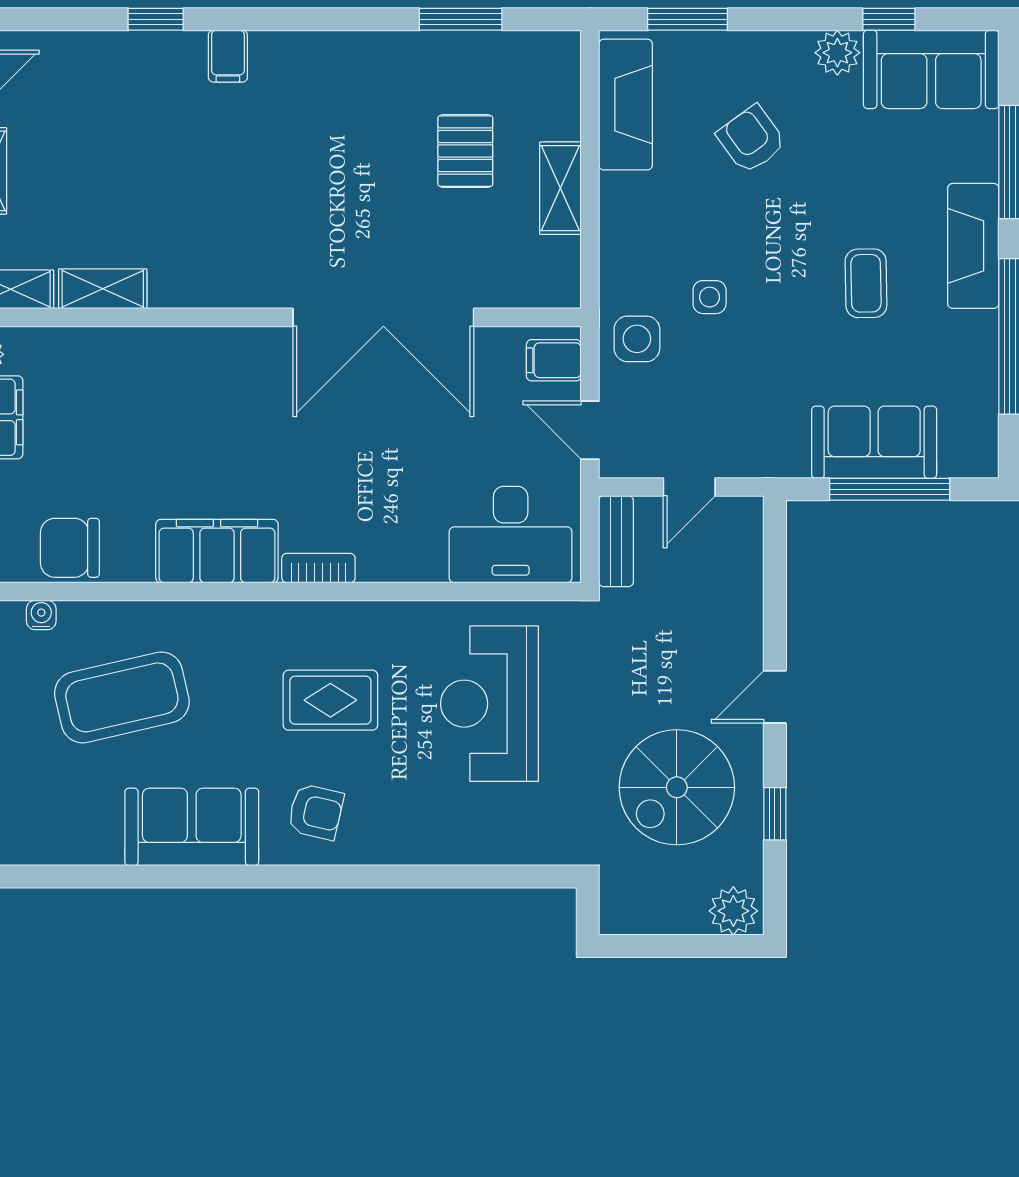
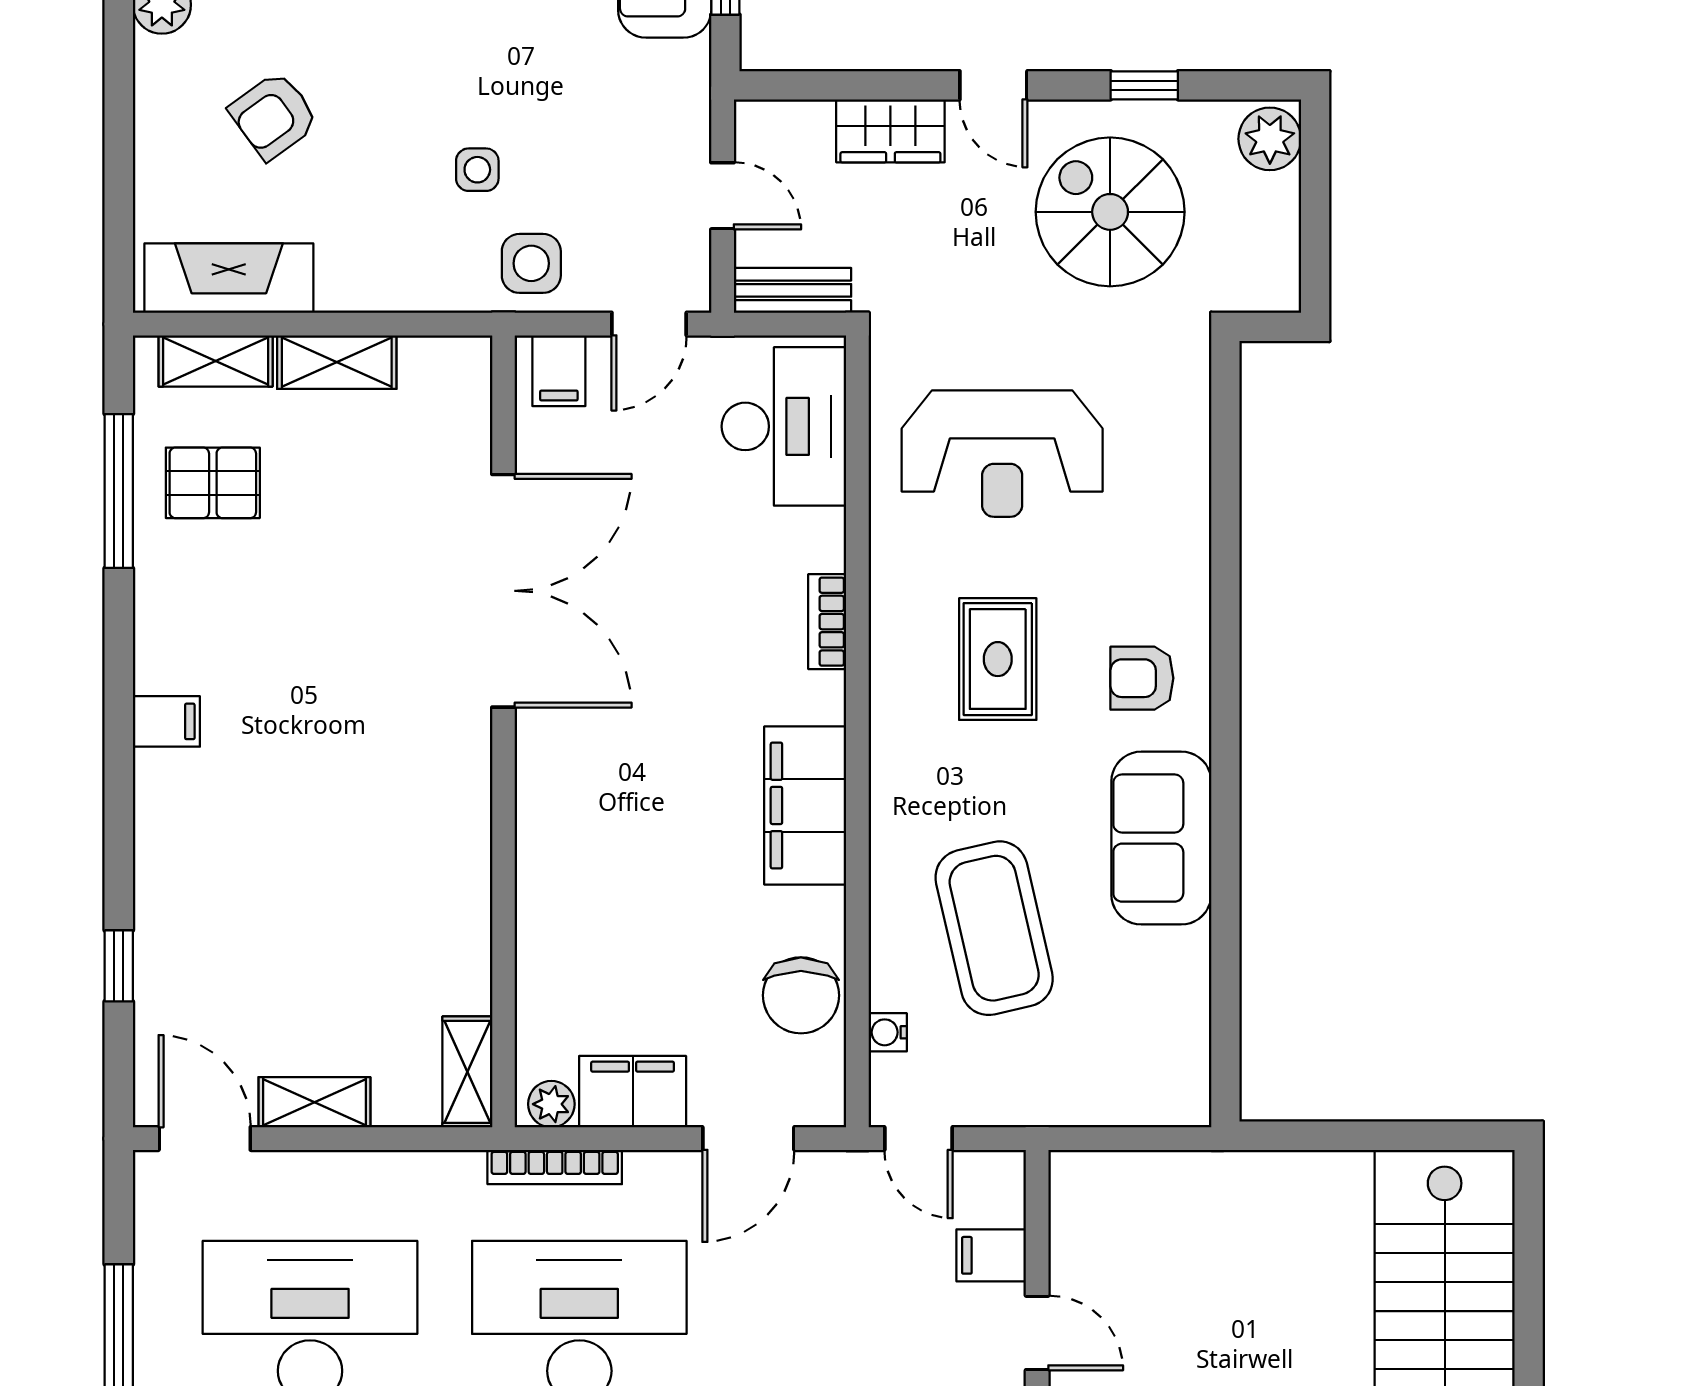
window: (156, 19) -> (119, 966), moved
window: (461, 19) -> (119, 491), width x1.44
window: (688, 19) -> (119, 198), removed
filing cabinet: (228, 56) -> (166, 721), moved
pallet: (465, 151) -> (213, 483), moved
shelving: (103, 289) -> (216, 361), moved, turned 90
bookcase: (318, 568) -> (827, 622), moved
wardrobe: (740, 617) -> (890, 131), added
spiral stairs: (677, 787) -> (1110, 212), turned 180
armchair: (316, 812) -> (1142, 678), turned -103

